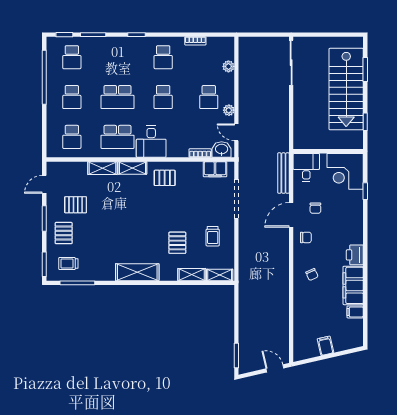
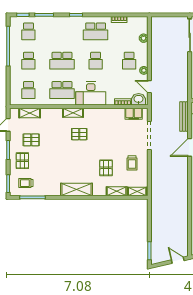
school desk: (163, 57) -> (96, 31), width x1.85
desk: (151, 142) -> (91, 93), width x1.37
shelving: (102, 168) -> (30, 113), moved
pallet: (165, 178) -> (79, 134), moved

